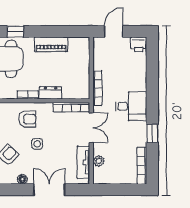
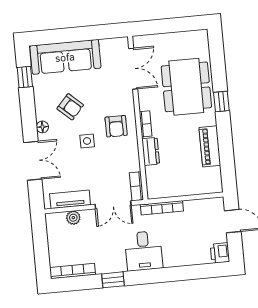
bookcase: (71, 107) -> (136, 186), width x0.64

